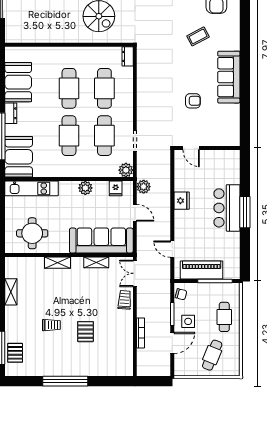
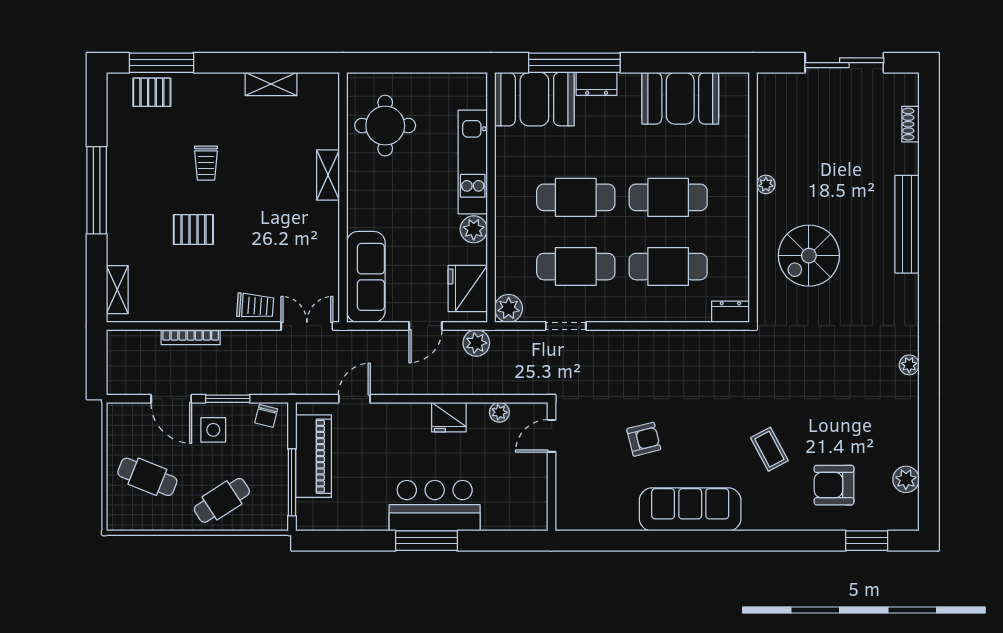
plant: (62, 38) -> (766, 184), added
armchair: (193, 101) -> (644, 439), turned -104
dresser: (11, 113) -> (597, 84), moved
plant: (179, 175) -> (499, 412), added
kitchen unit: (32, 188) -> (473, 162), moved
fridge: (116, 188) -> (468, 288), width x1.88, depth x1.34
sofa: (101, 240) -> (366, 277), width x0.74, depth x0.79
shelving: (96, 262) -> (117, 290), moved
cafe table: (224, 317) -> (222, 500), turned -33

